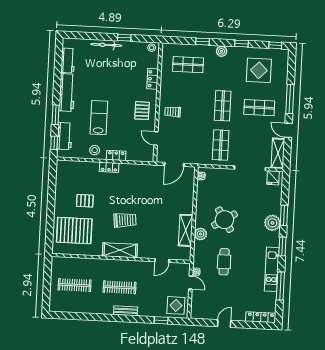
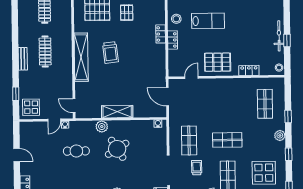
bicycle: (106, 45) -> (279, 36), moved
pallet: (142, 111) -> (218, 62), width x1.50, depth x1.42
trolley: (173, 112) -> (197, 168), moved
shop shelf: (221, 145) -> (189, 140), turned 90
shelving: (186, 230) -> (117, 112), moved
shelving: (120, 250) -> (81, 57), width x1.47
door: (162, 260) -> (74, 106), moved

